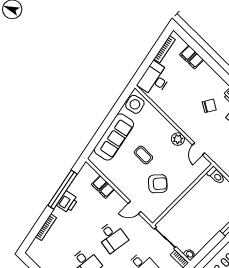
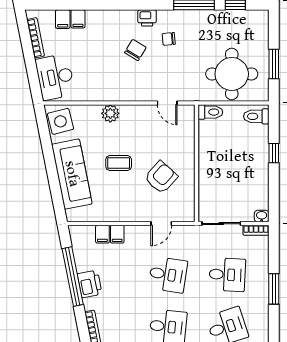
plant: (178, 139) -> (110, 113), moved

